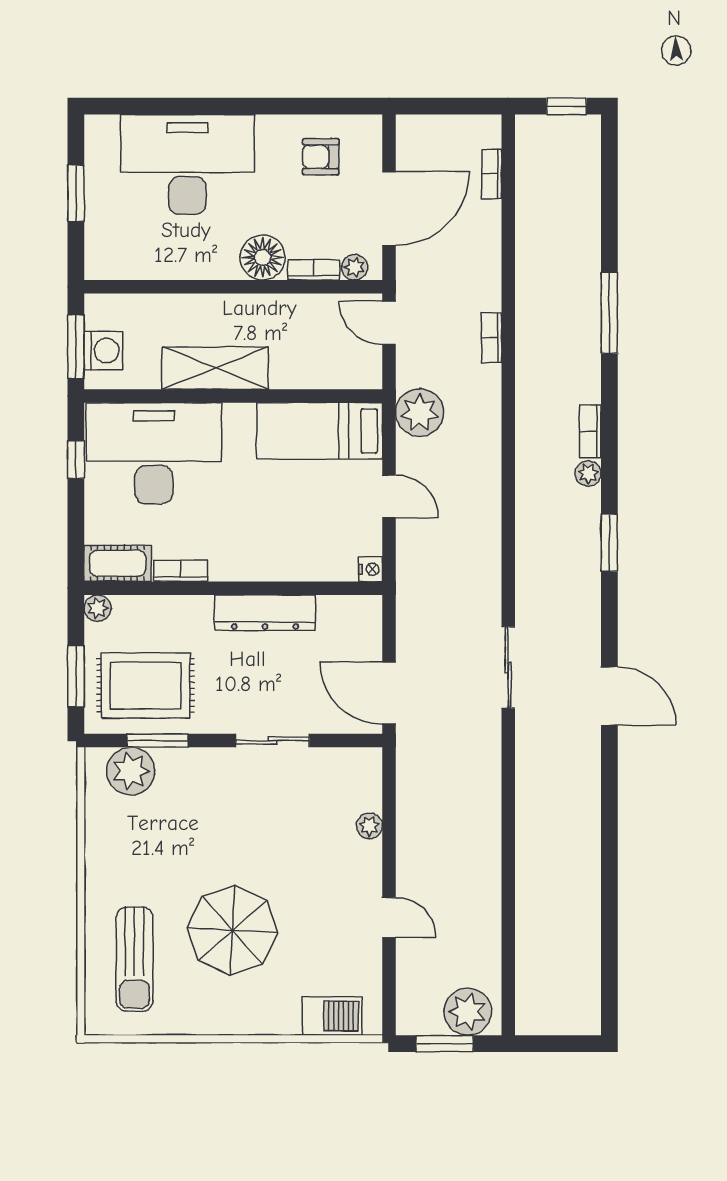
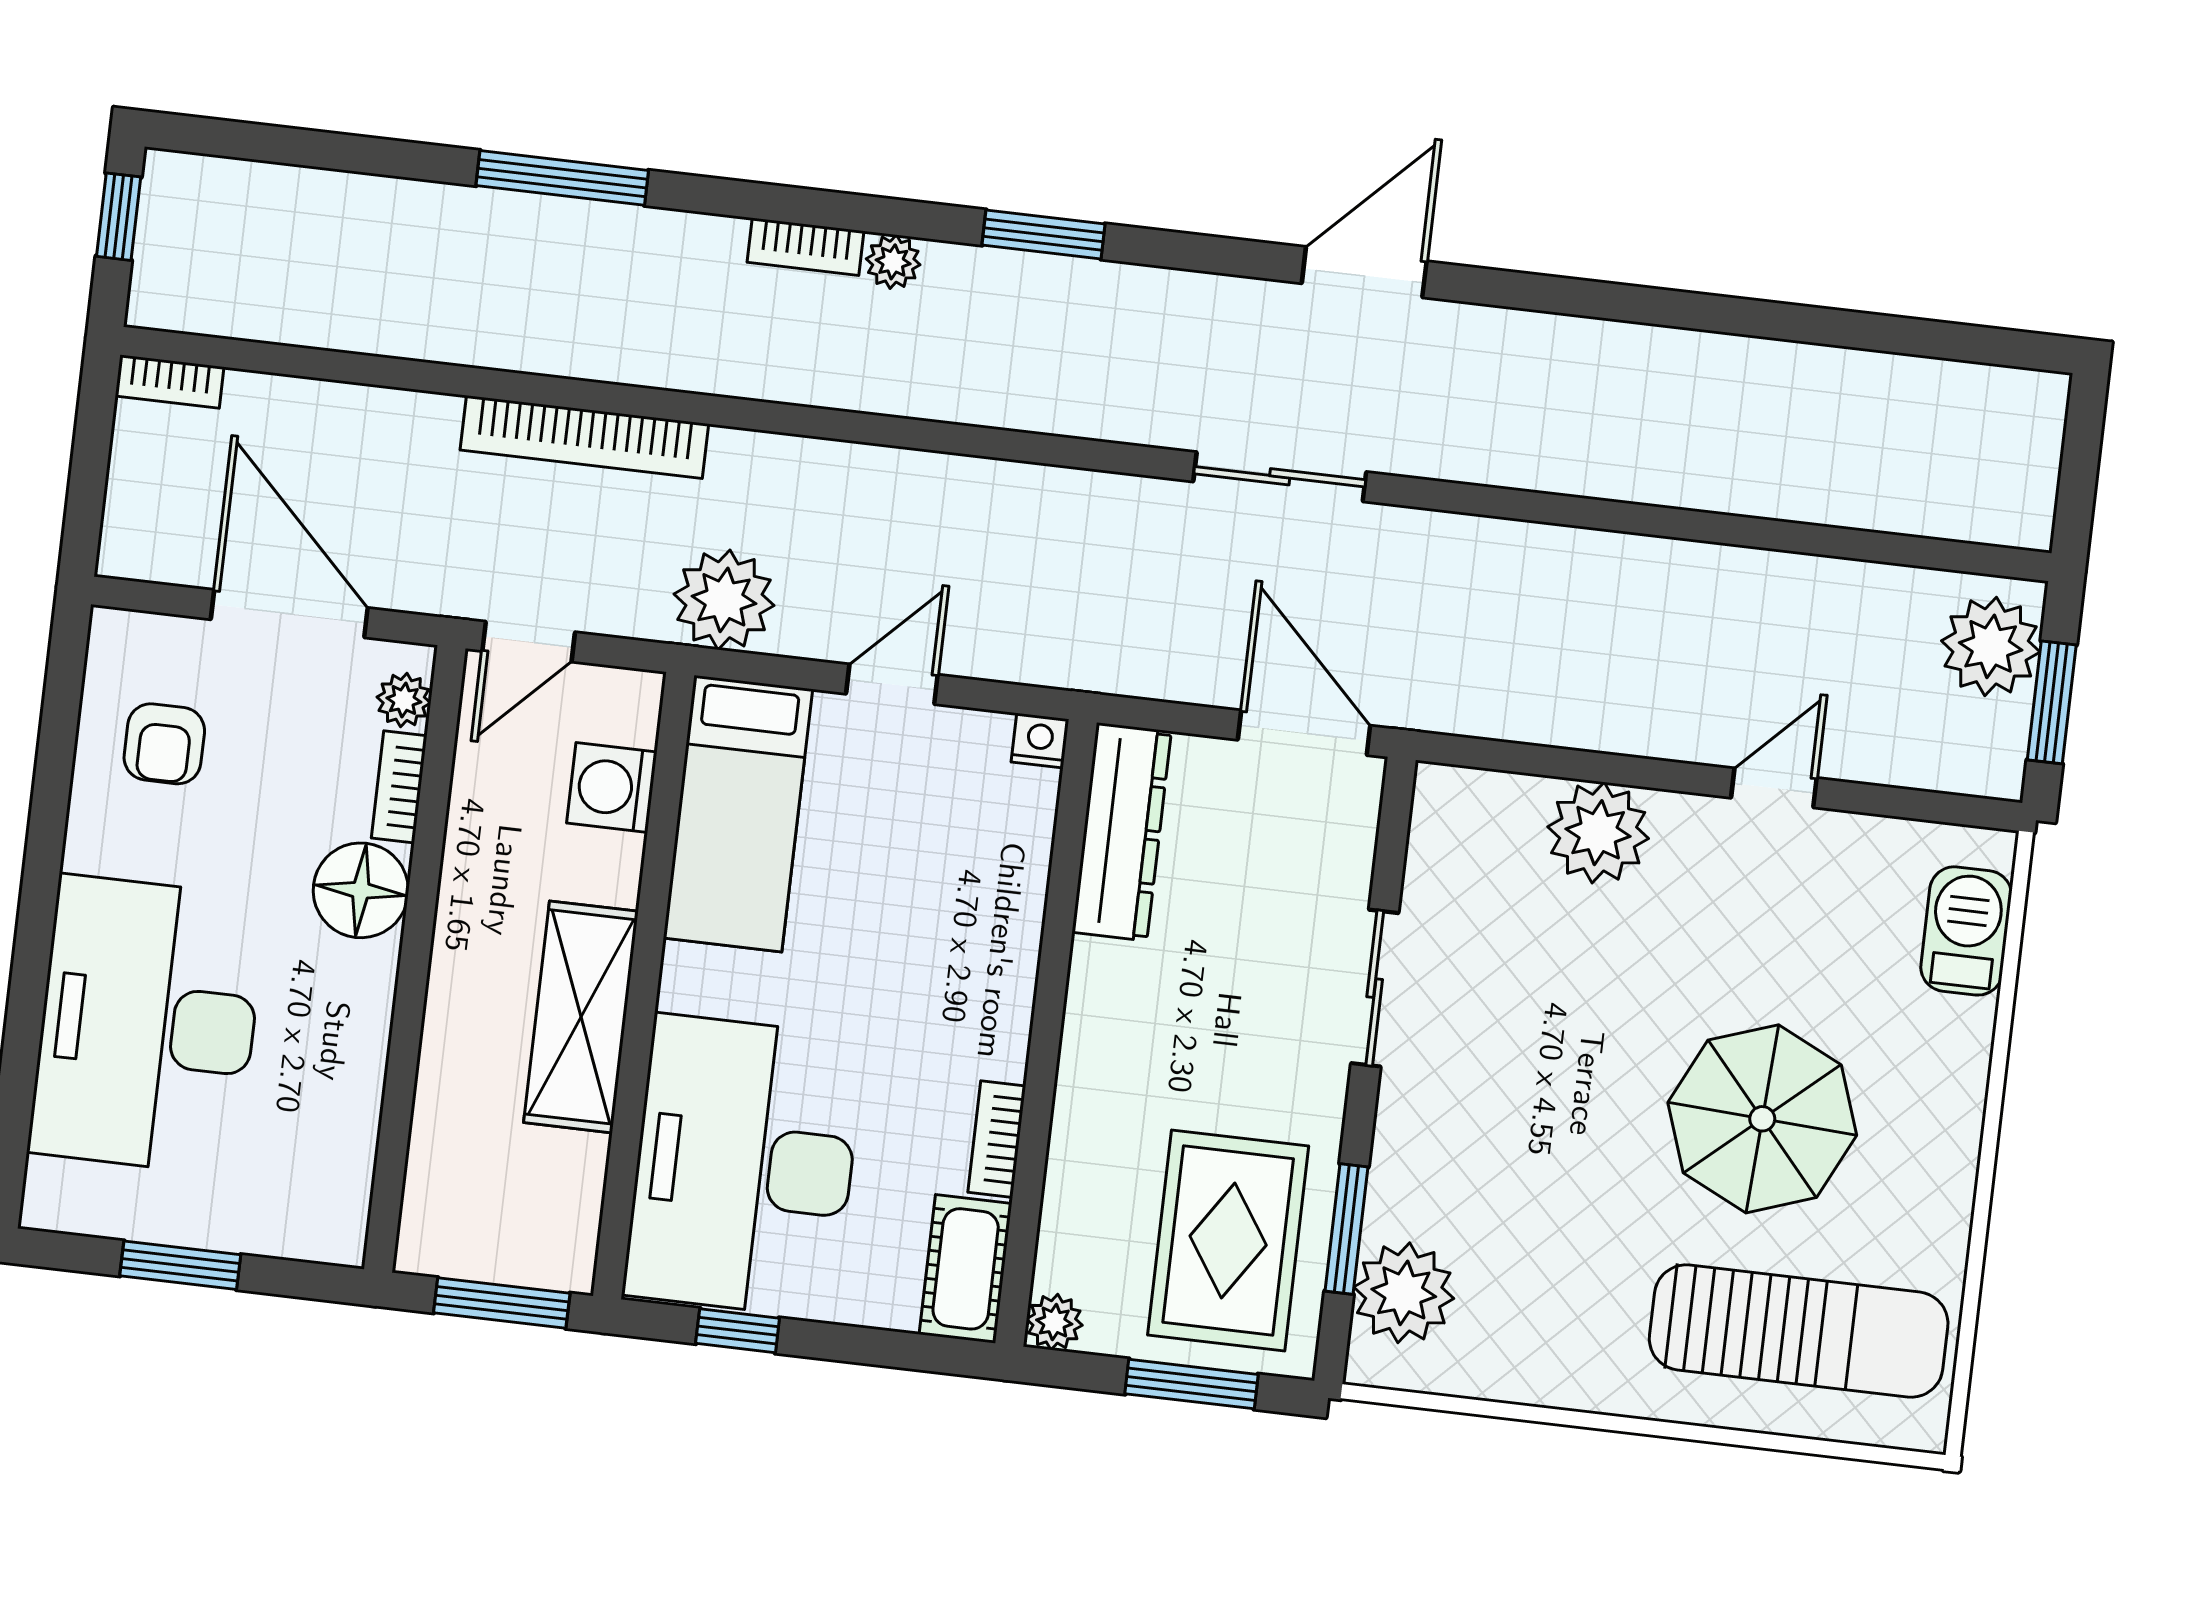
bookcase: (492, 174) -> (170, 381), moved
bookcase: (492, 338) -> (584, 437), width x2.31, depth x1.31
washing machine: (104, 351) -> (612, 788), moved, turned -90
dresser: (265, 613) -> (1122, 832), moved
door: (389, 693) -> (1304, 733), swing flipped
plant: (369, 826) -> (1598, 833), width x1.87, depth x1.87
sun lounger: (135, 959) -> (1799, 1331), width x1.36, depth x1.34

